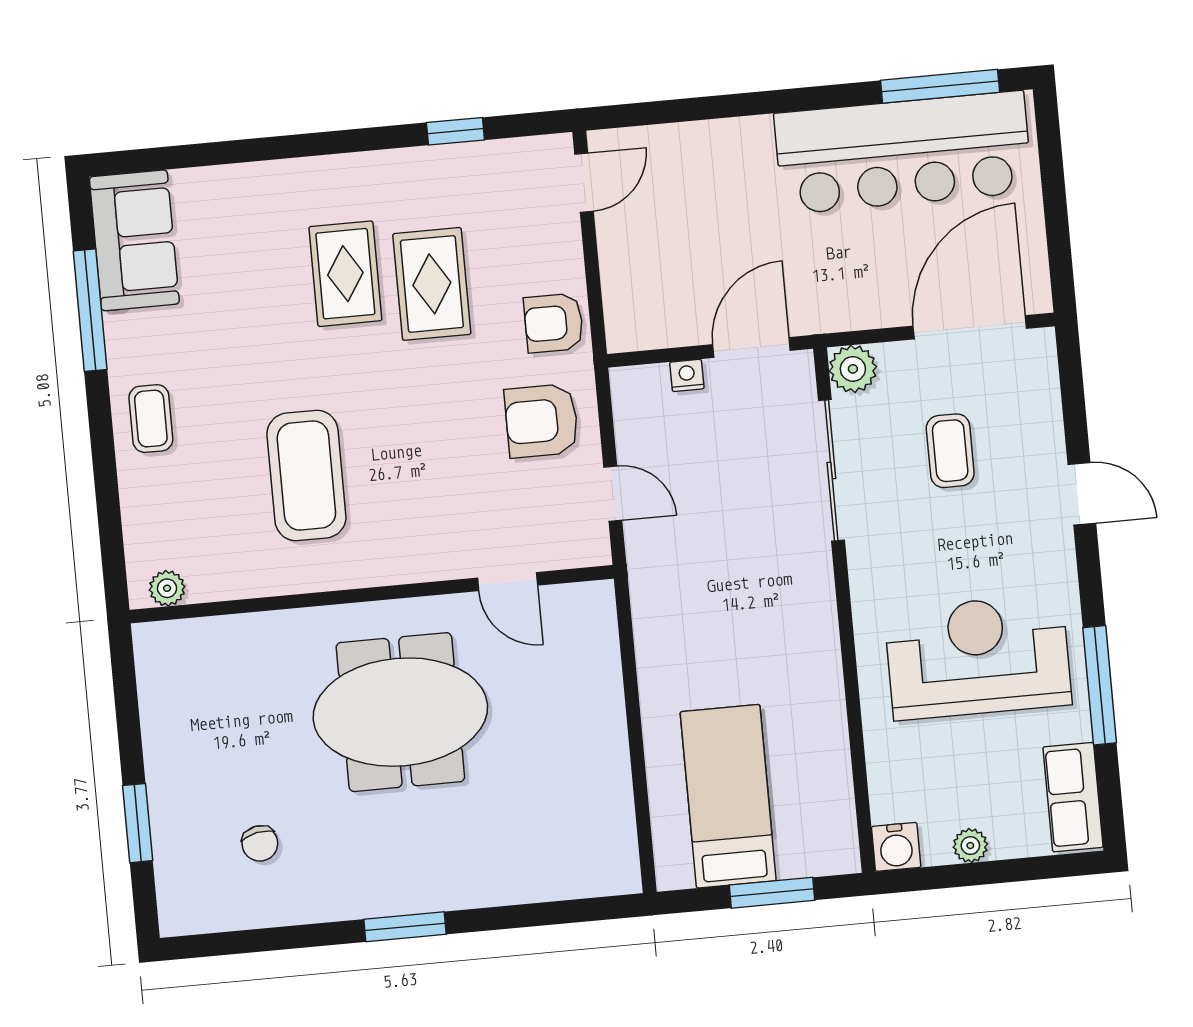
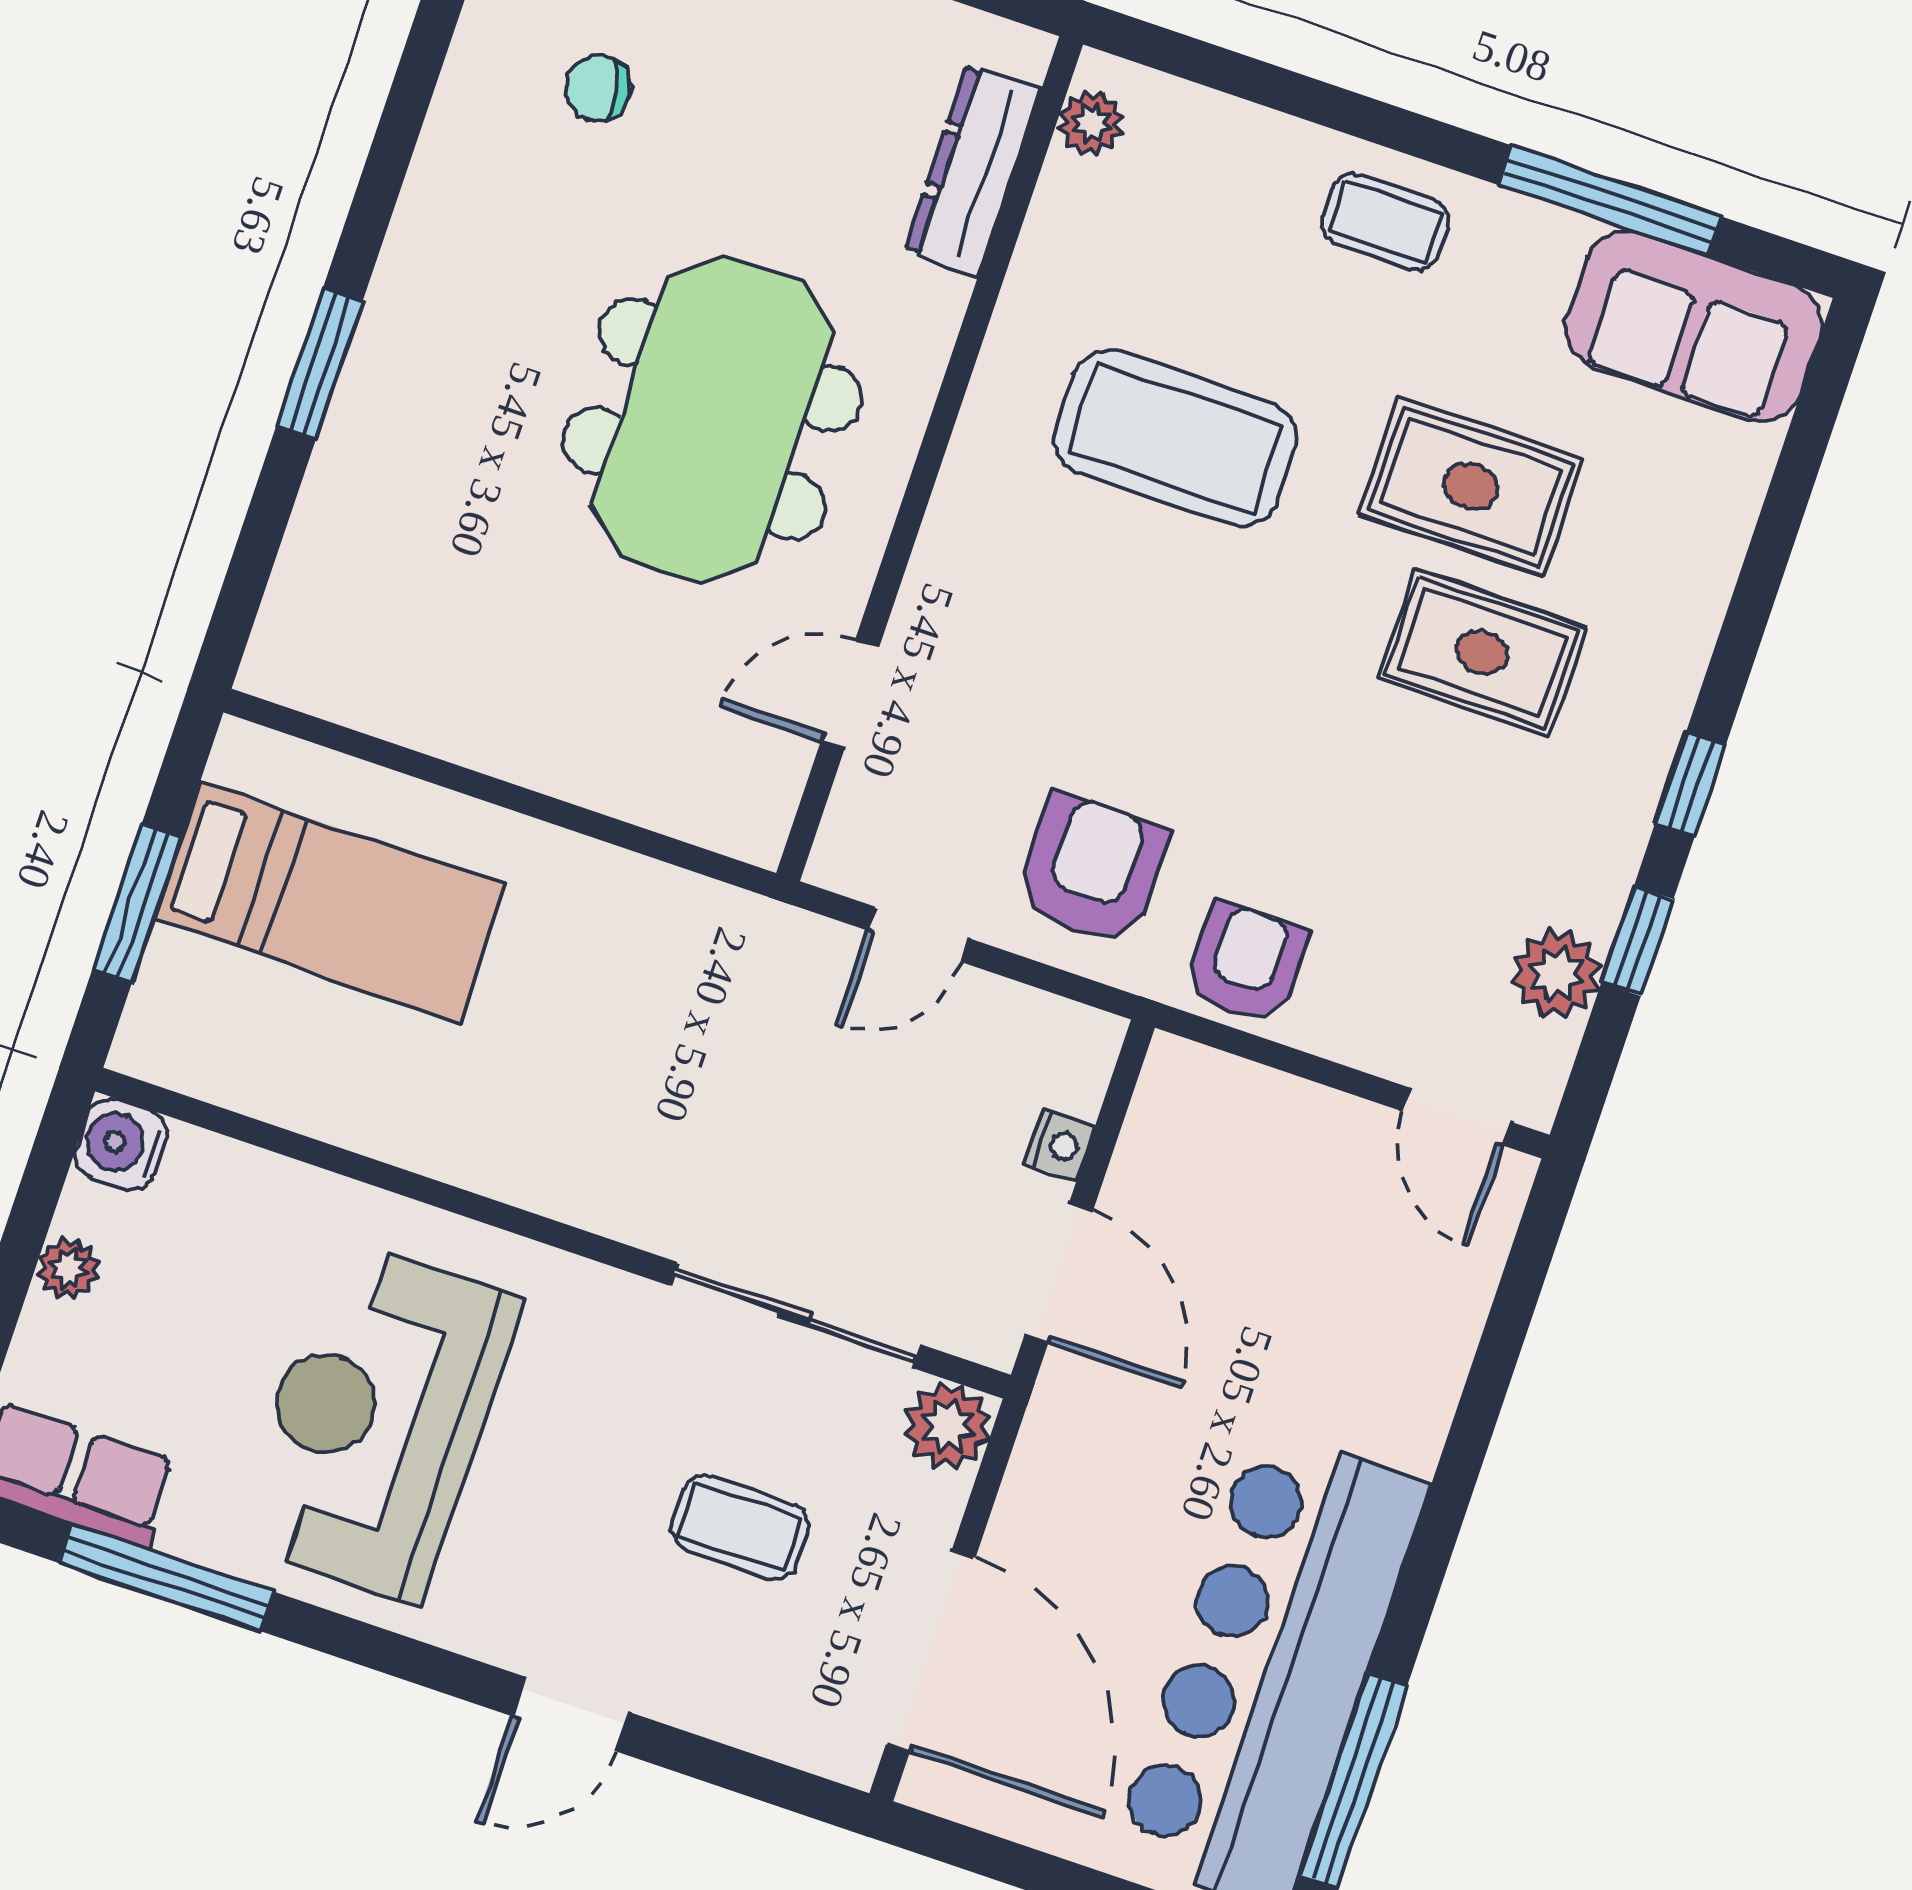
window: (365, 140) -> (1691, 784), added
plant: (490, 164) -> (1557, 974), added
rug: (432, 284) -> (1471, 486), moved
dresser: (217, 637) -> (973, 170), added
reception desk: (978, 657) -> (376, 1420), turned 180
window: (1100, 685) -> (166, 1577), moved
window: (405, 927) -> (319, 364), moved

